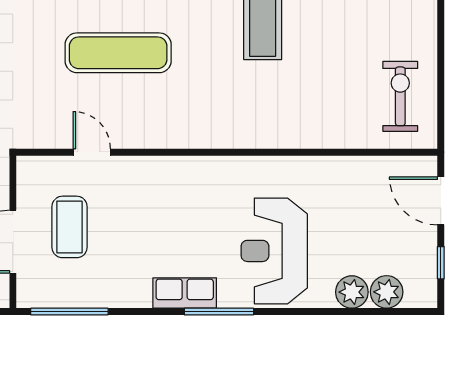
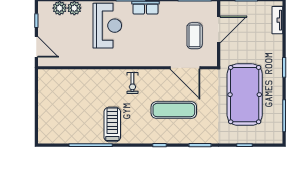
exercise bike: (400, 96) -> (132, 83), moved, width x0.73, depth x0.72
door: (92, 152) -> (185, 68), width x1.87

